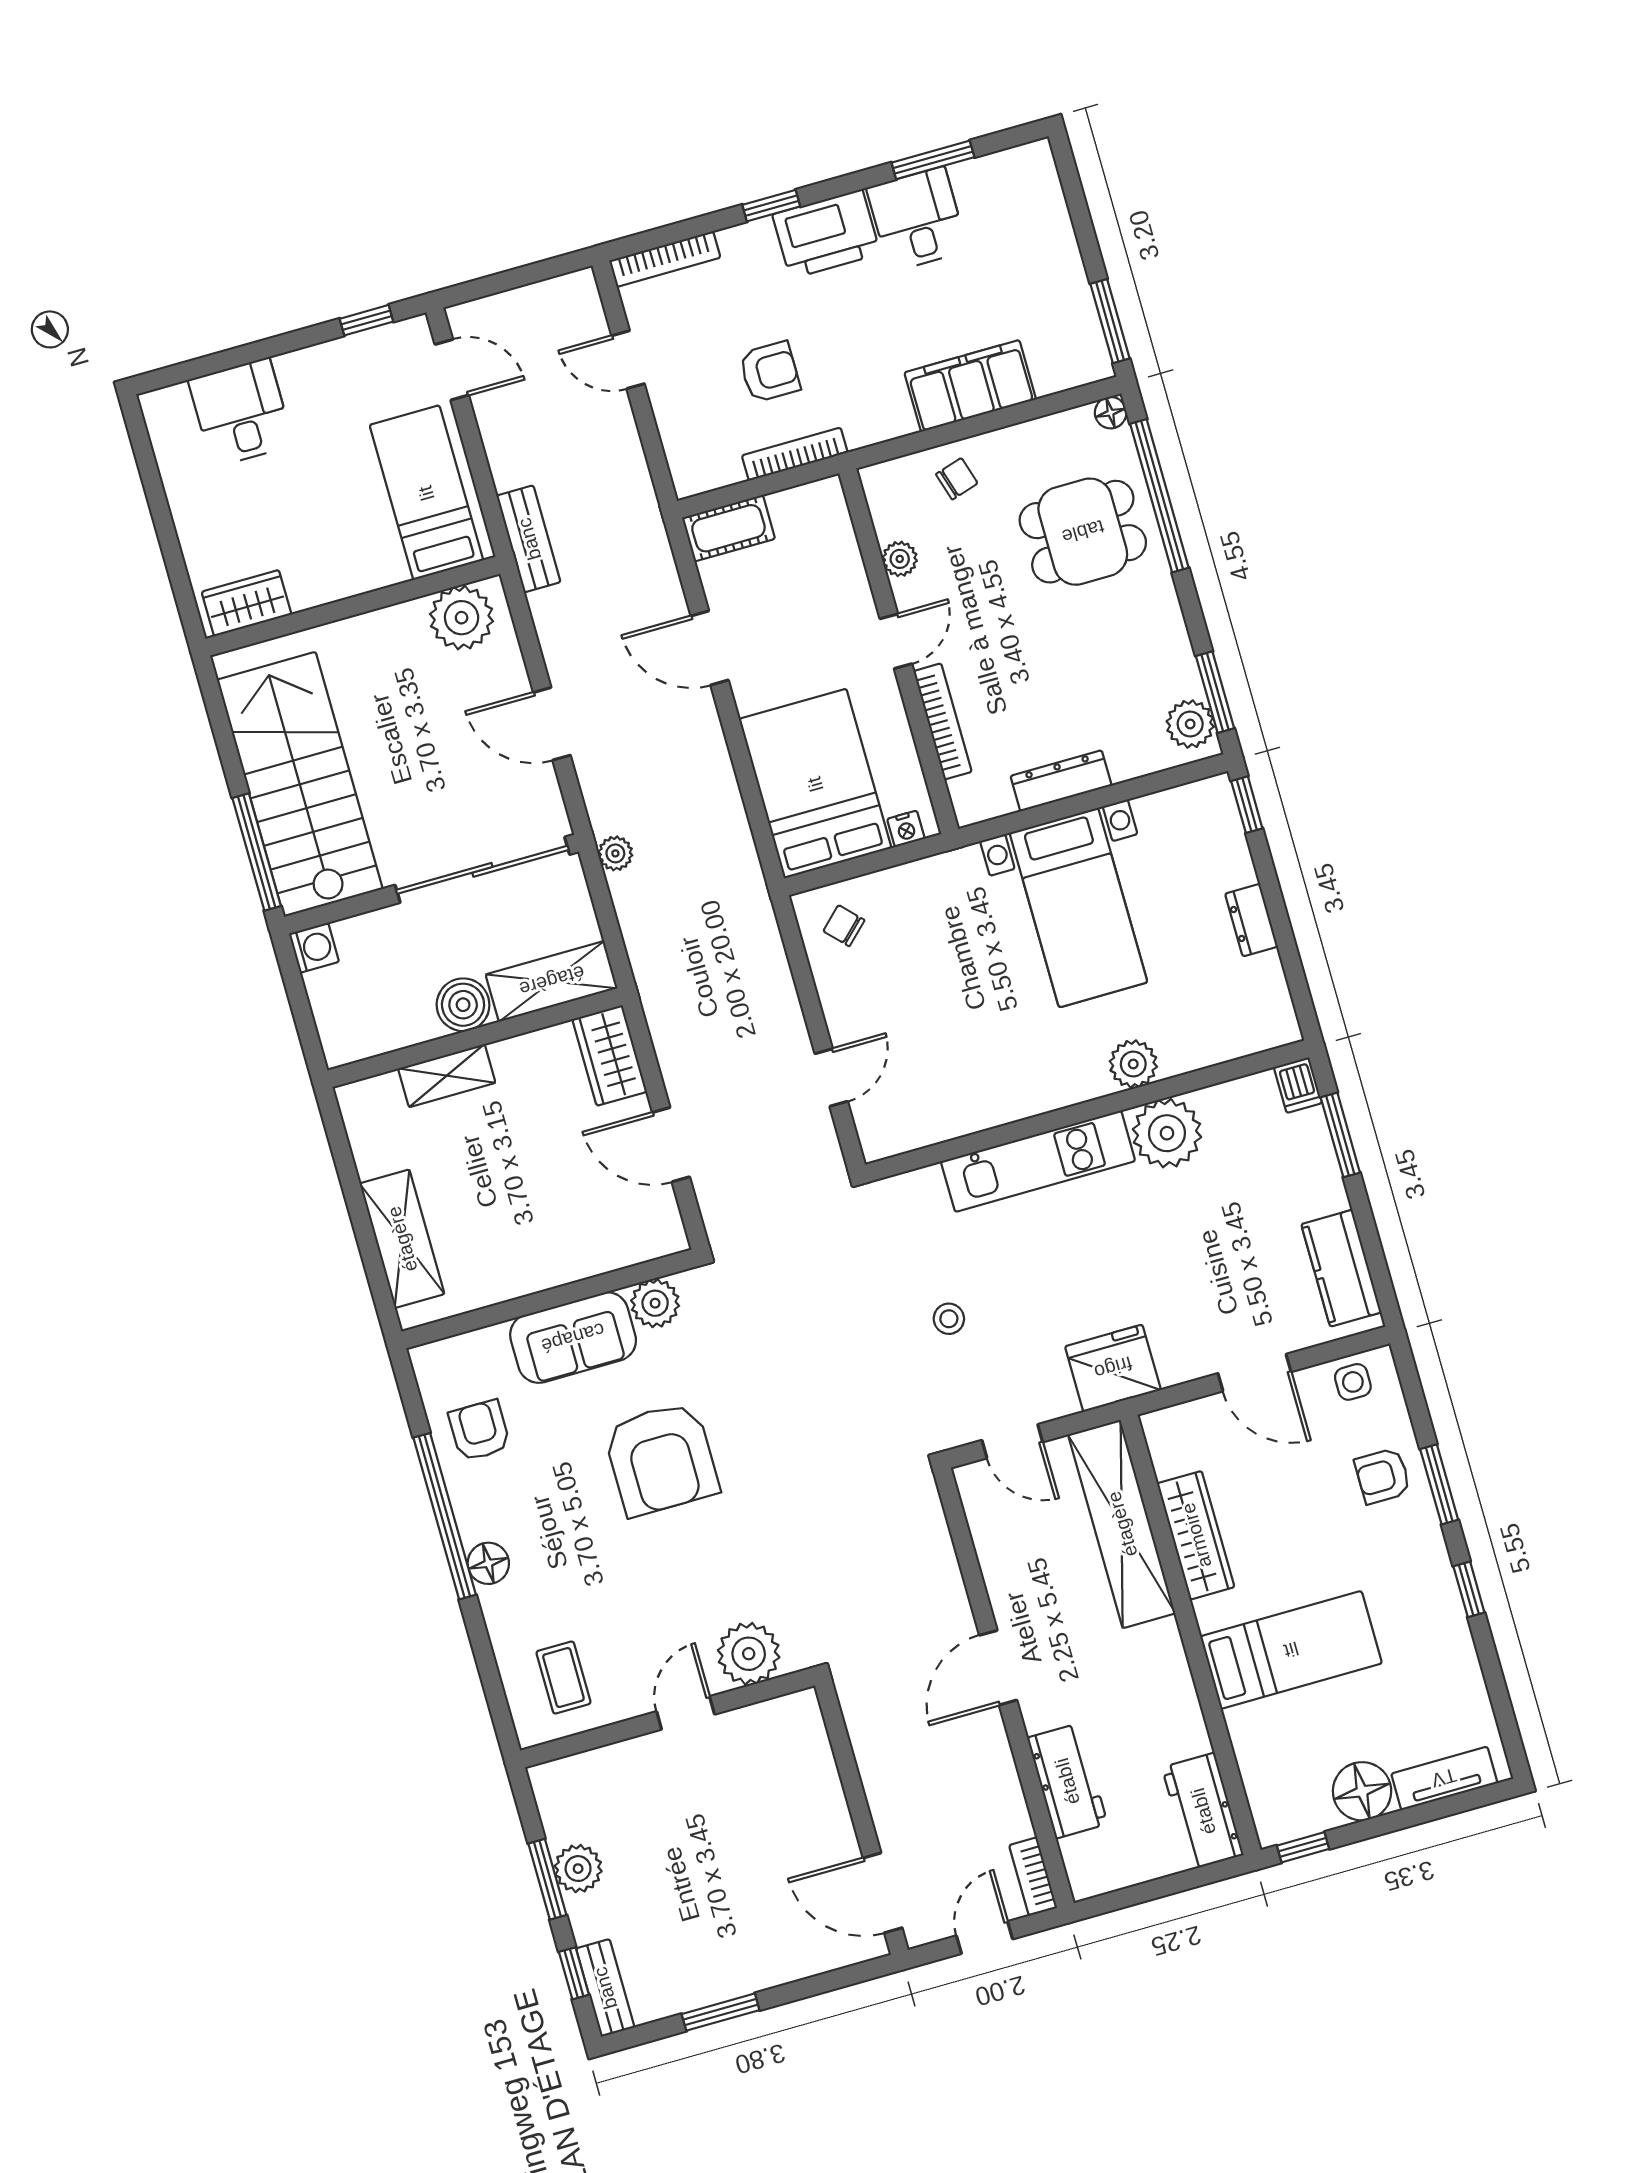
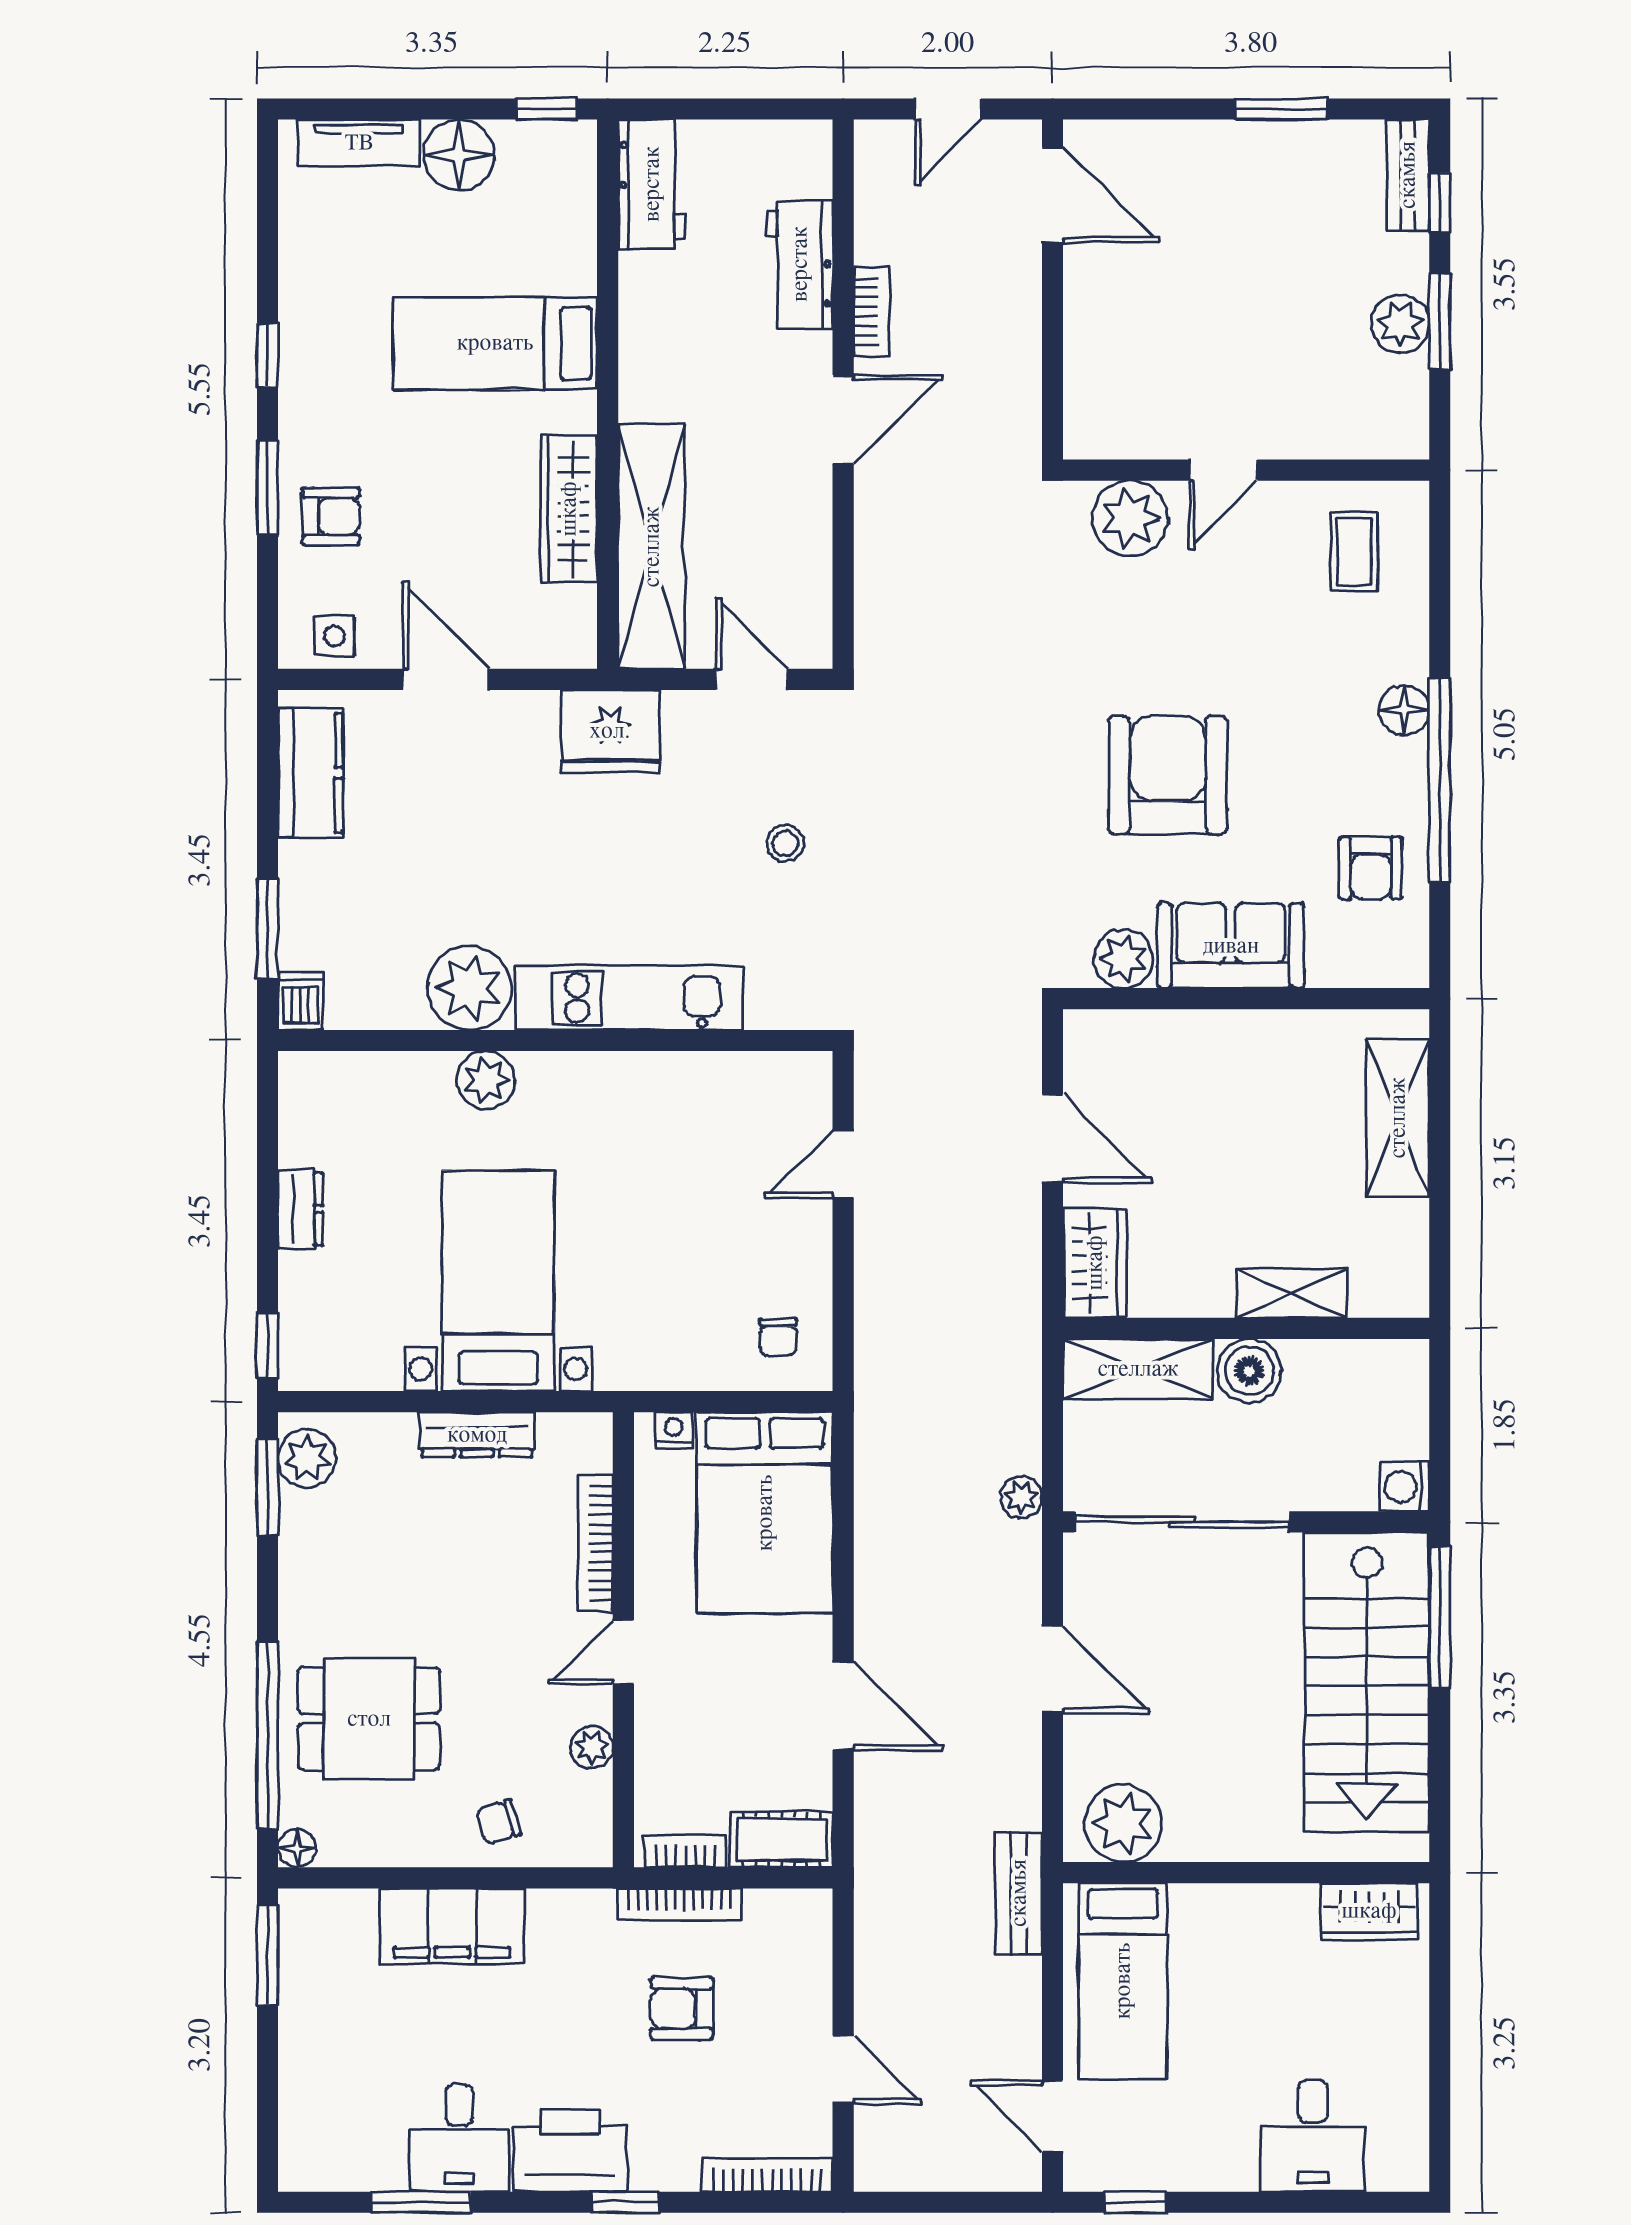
bookcase: (802, 498) -> (685, 1851), added
chair: (844, 926) -> (778, 1337), turned 44
bookcase: (1033, 1877) -> (871, 312), moved

